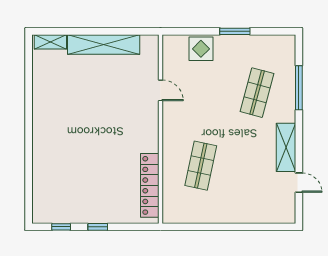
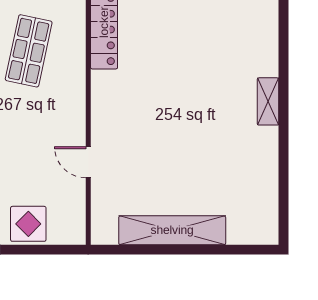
shelving: (50, 42) -> (268, 101), moved, turned 90

